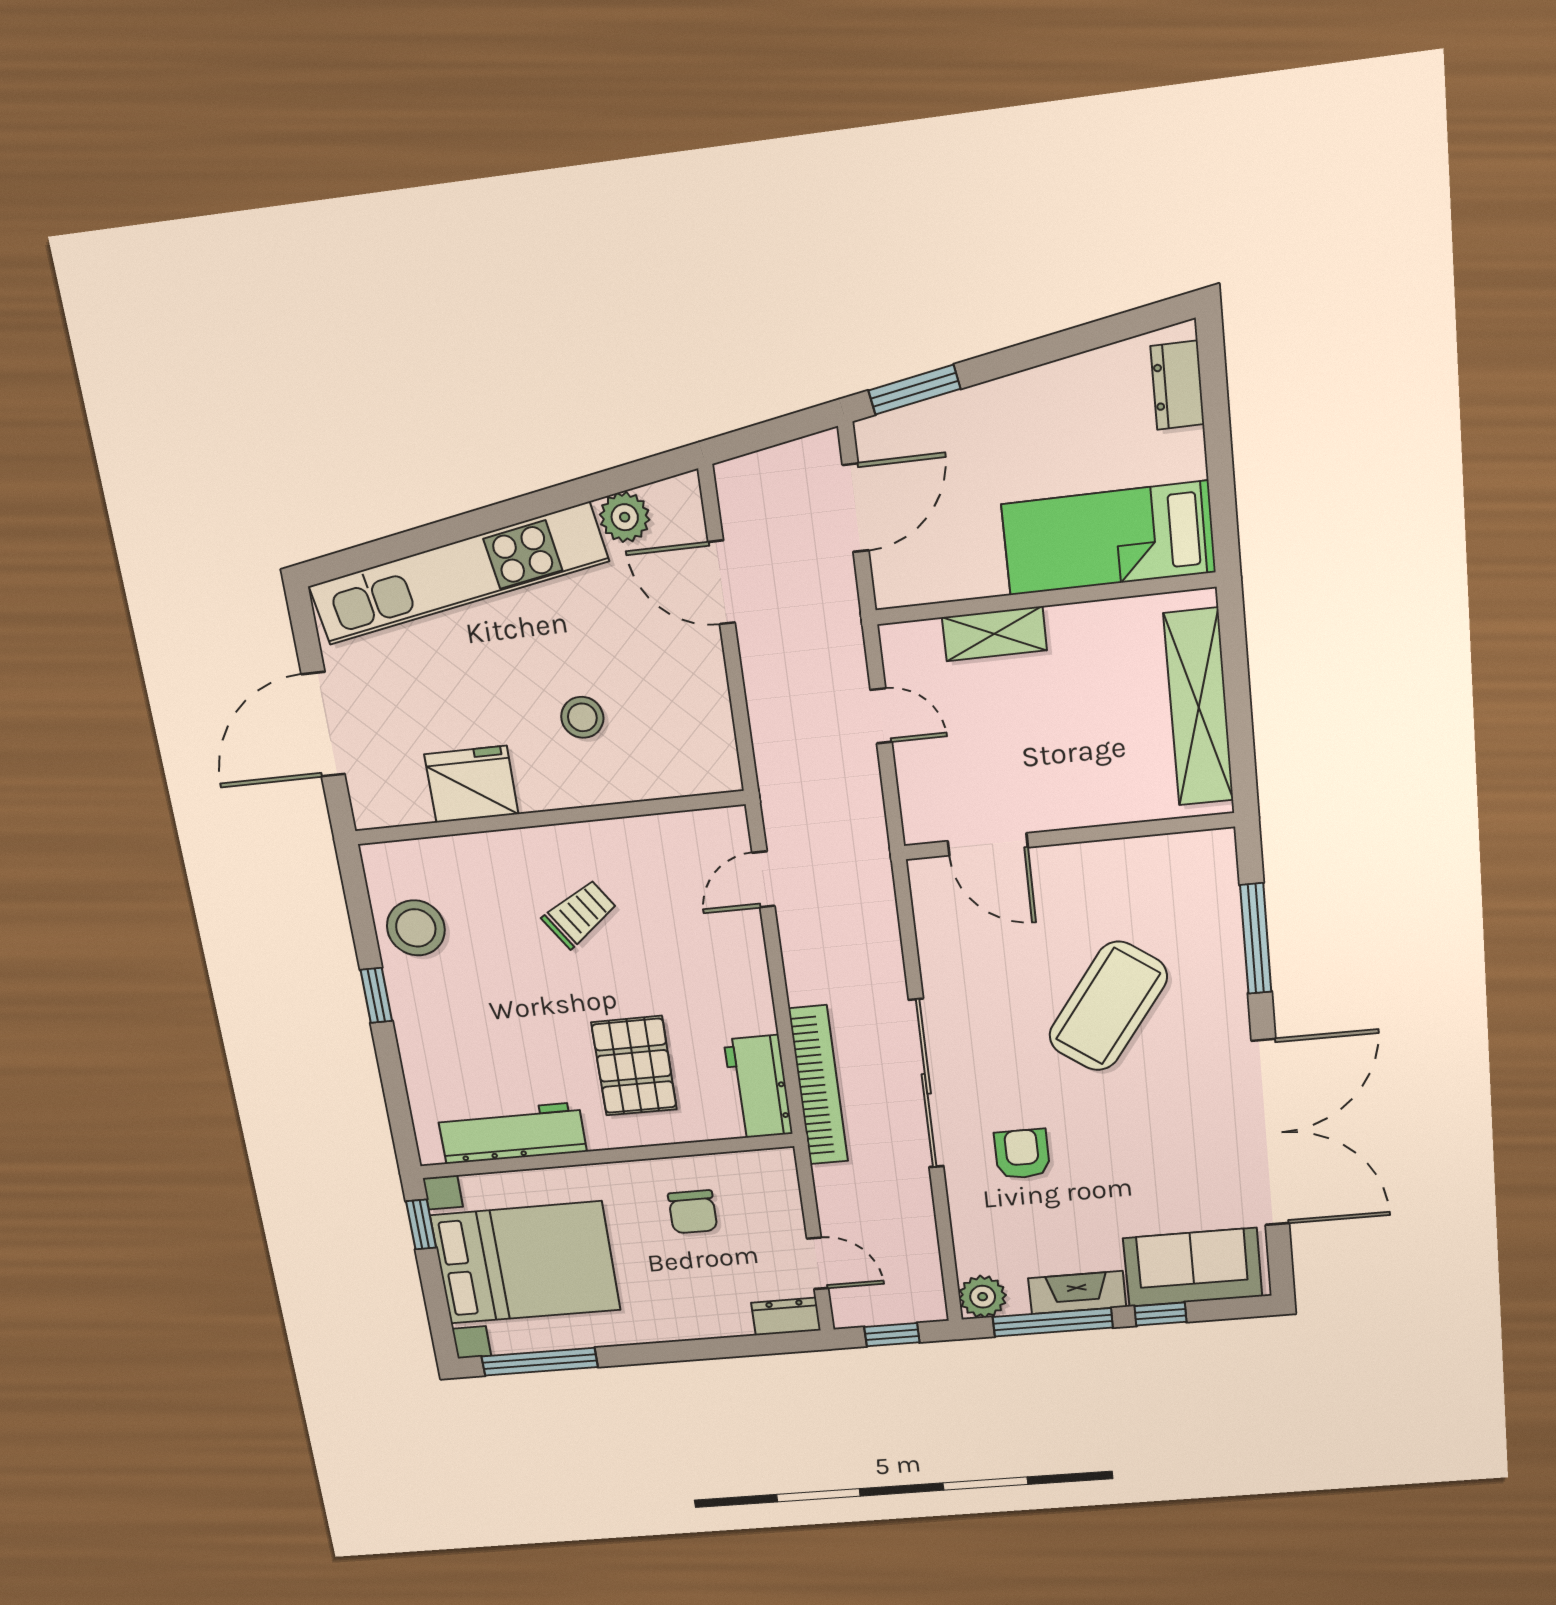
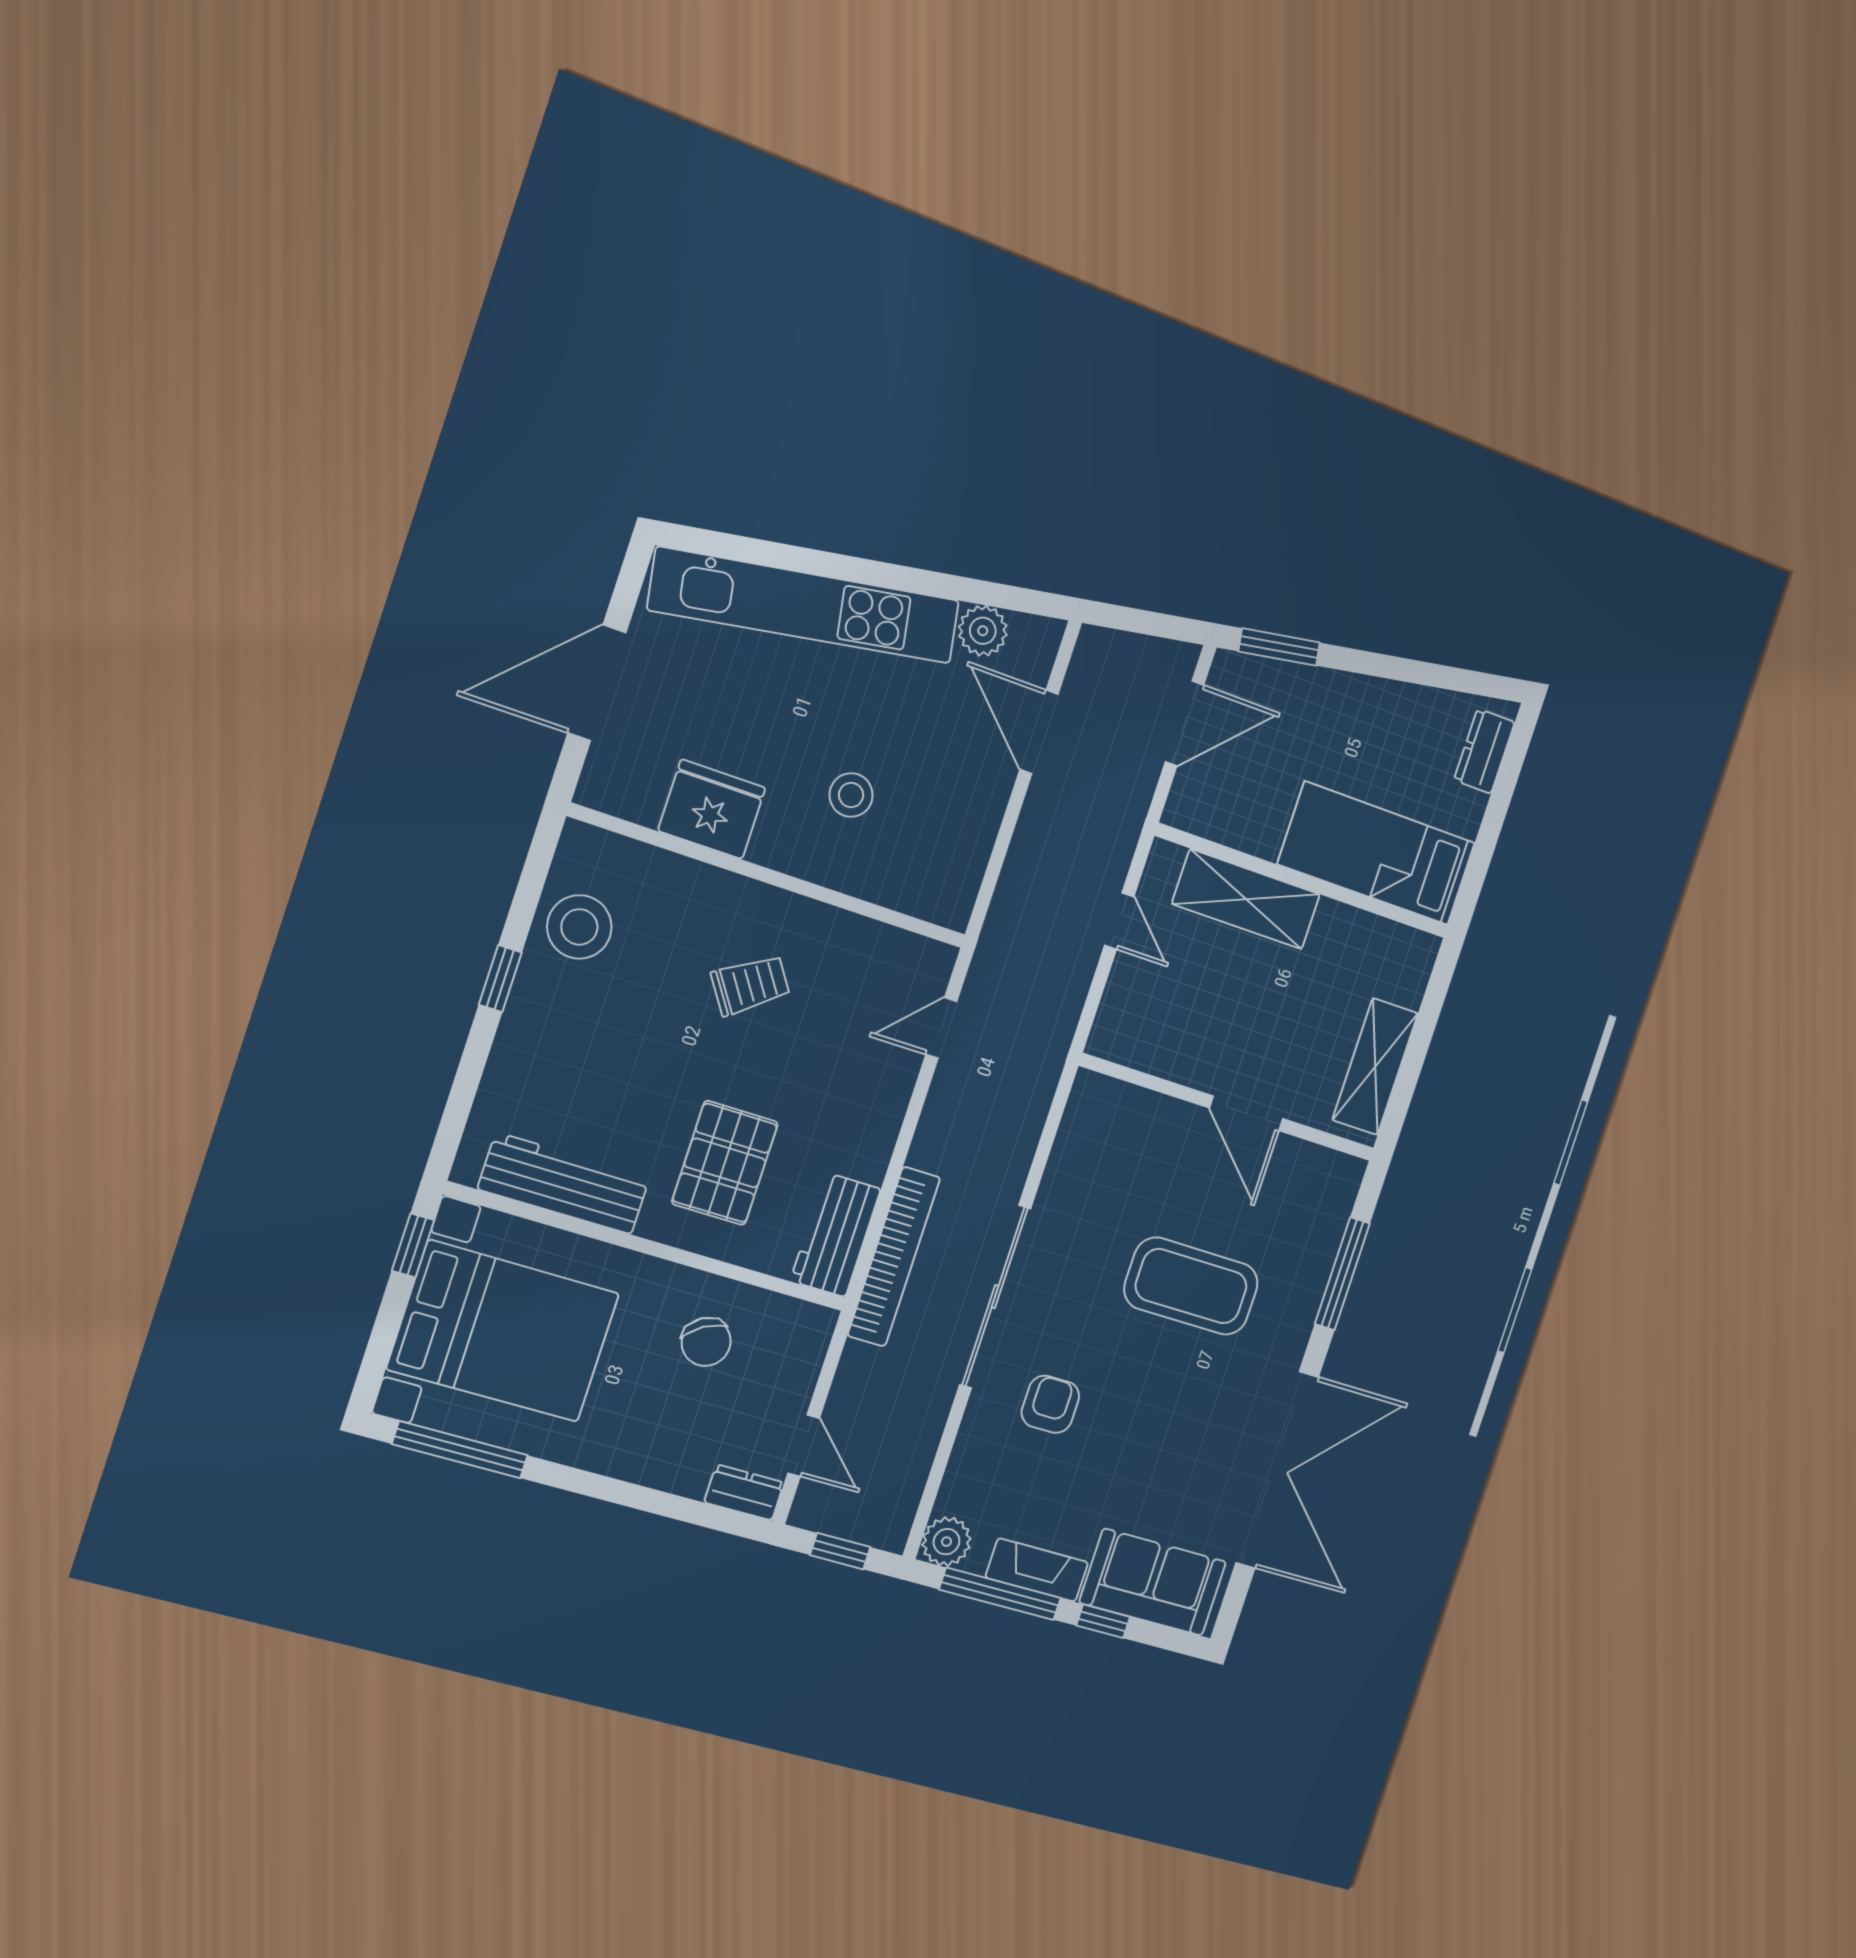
shelving: (994, 634) -> (1246, 899), width x1.50, depth x1.33
shelving: (1199, 707) -> (1375, 1067), width x0.68
door: (988, 844) -> (1246, 1113), moved
coffee table: (1108, 1006) -> (1191, 1286), turned 54
chair: (693, 1212) -> (706, 1342), turned -30

